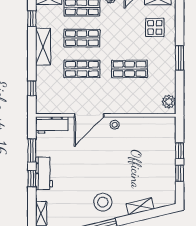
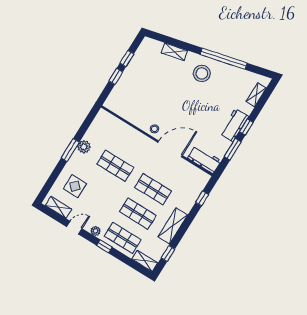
plant: (169, 102) -> (84, 147), moved

